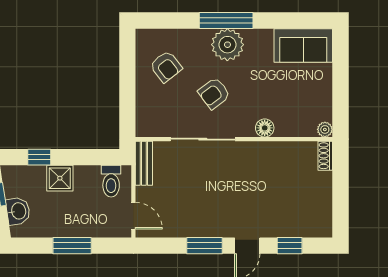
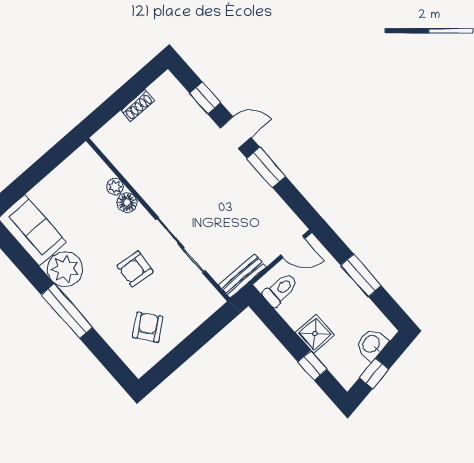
plant: (227, 45) -> (65, 269), moved
armchair: (214, 93) -> (135, 269), turned 133
plant: (325, 129) -> (115, 187), moved
shoe rack: (325, 156) -> (138, 106), moved
door: (133, 216) -> (293, 247), swing flipped

